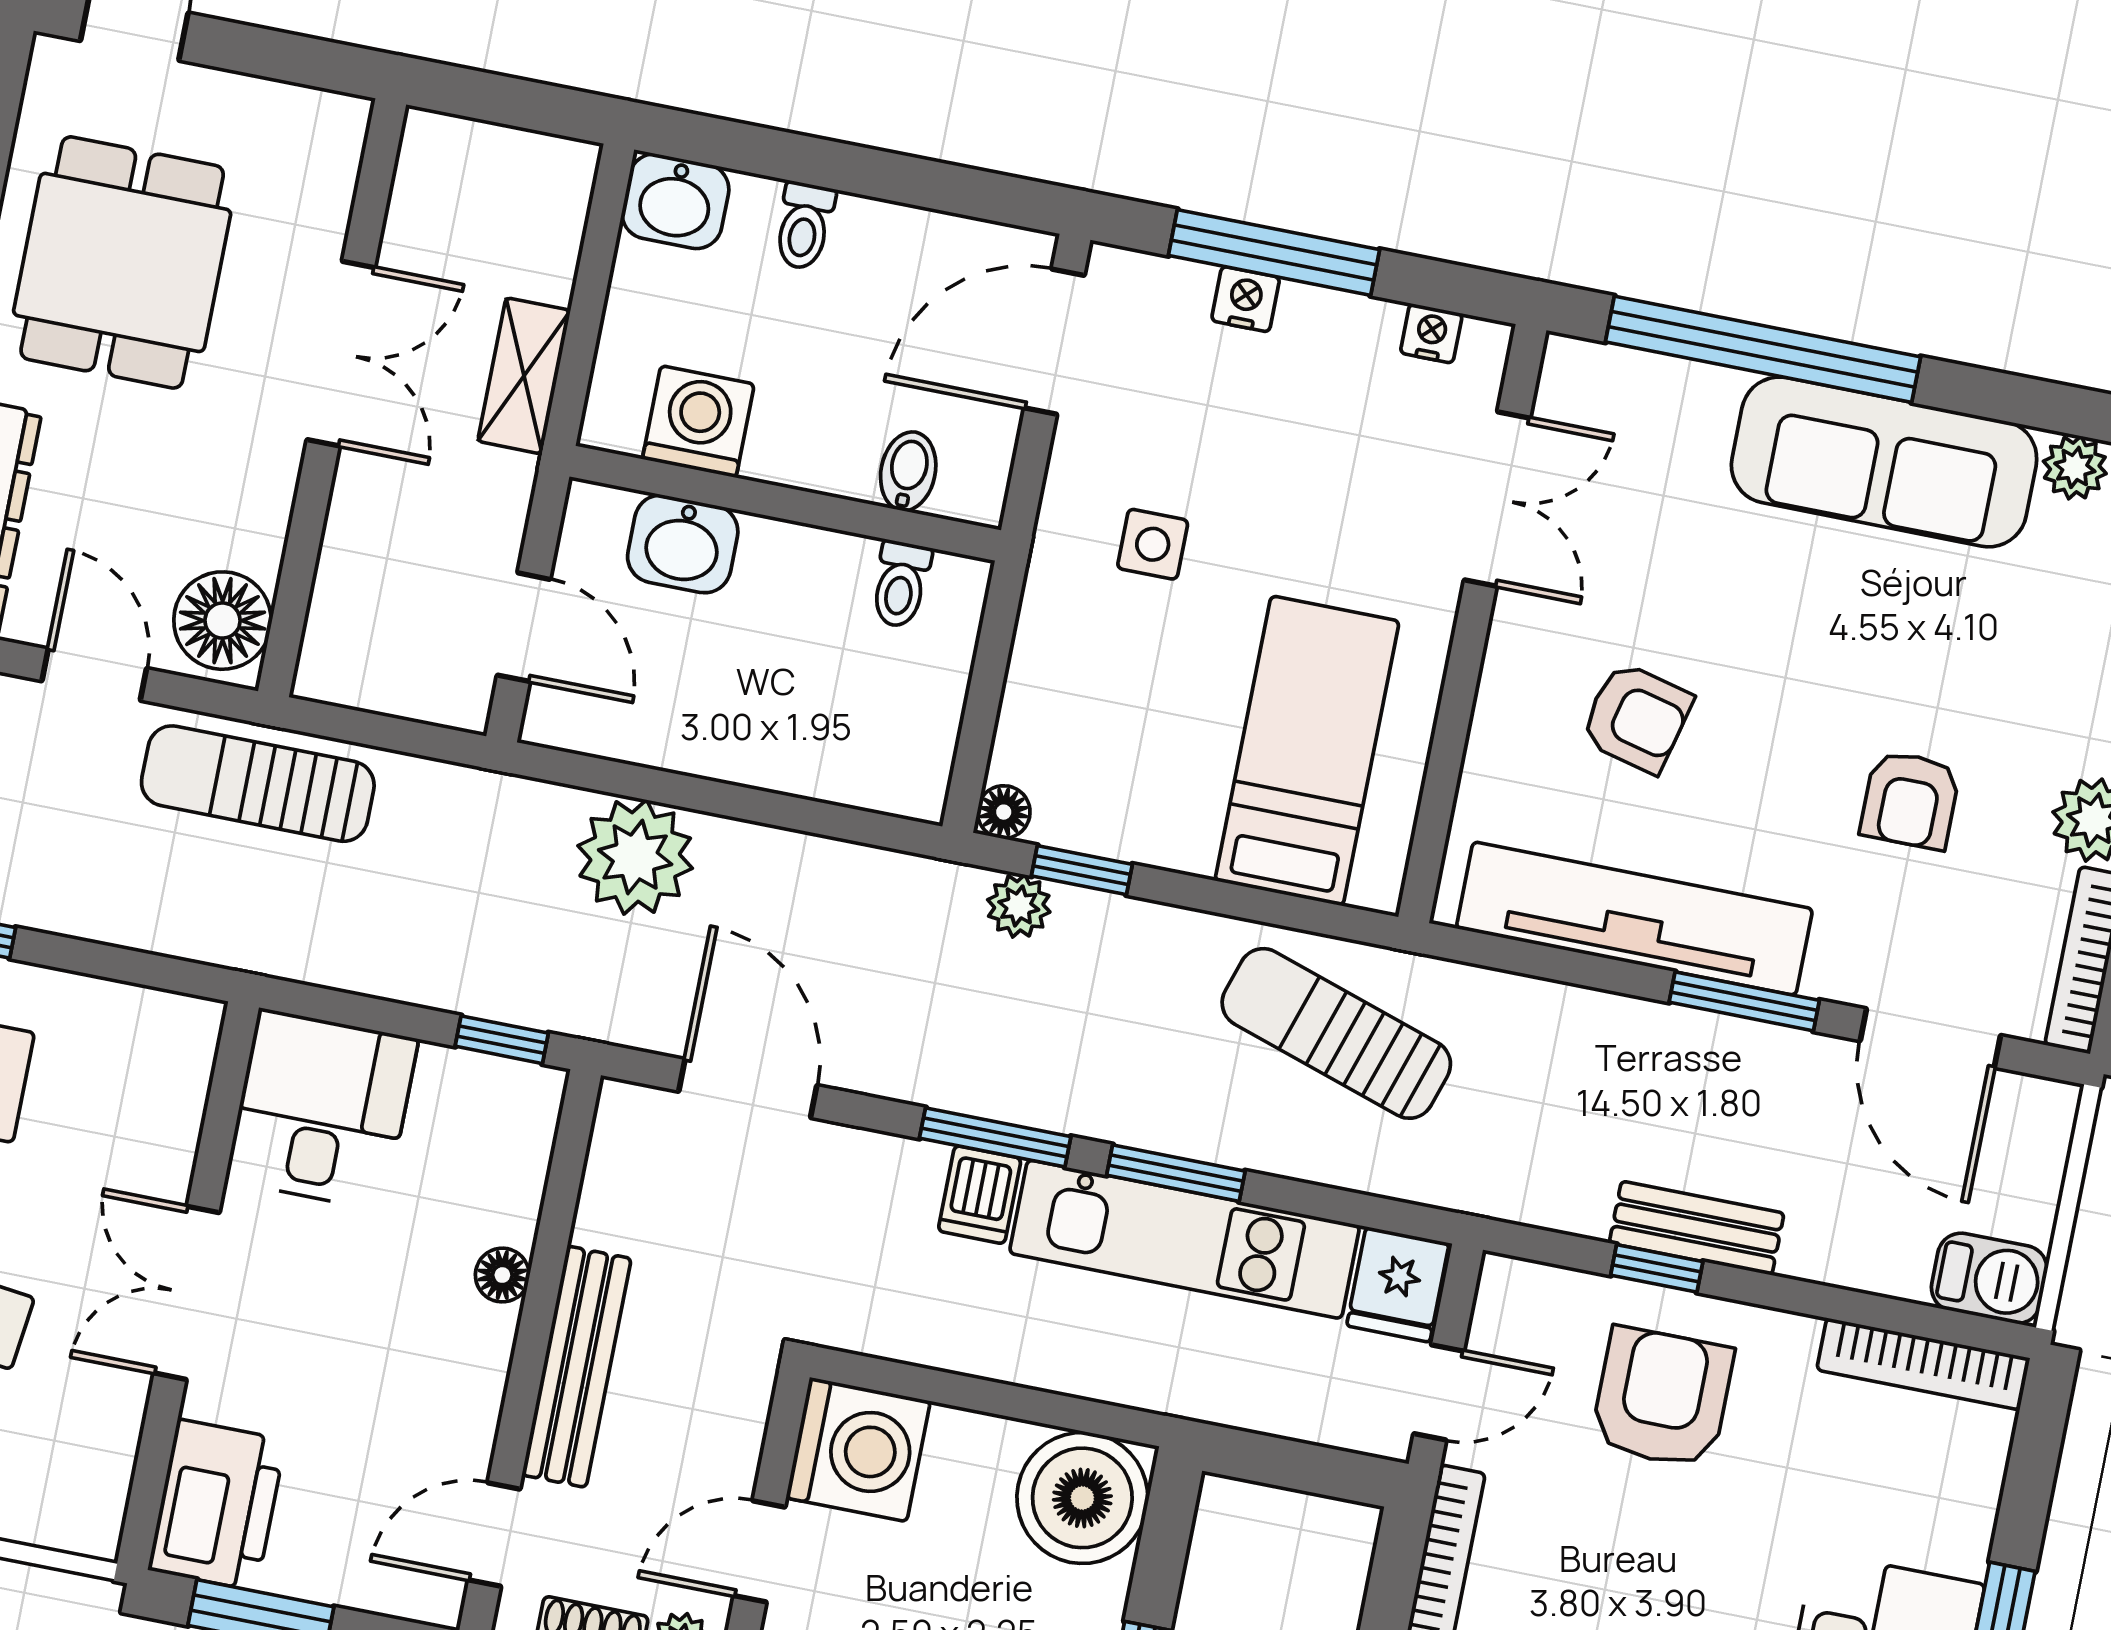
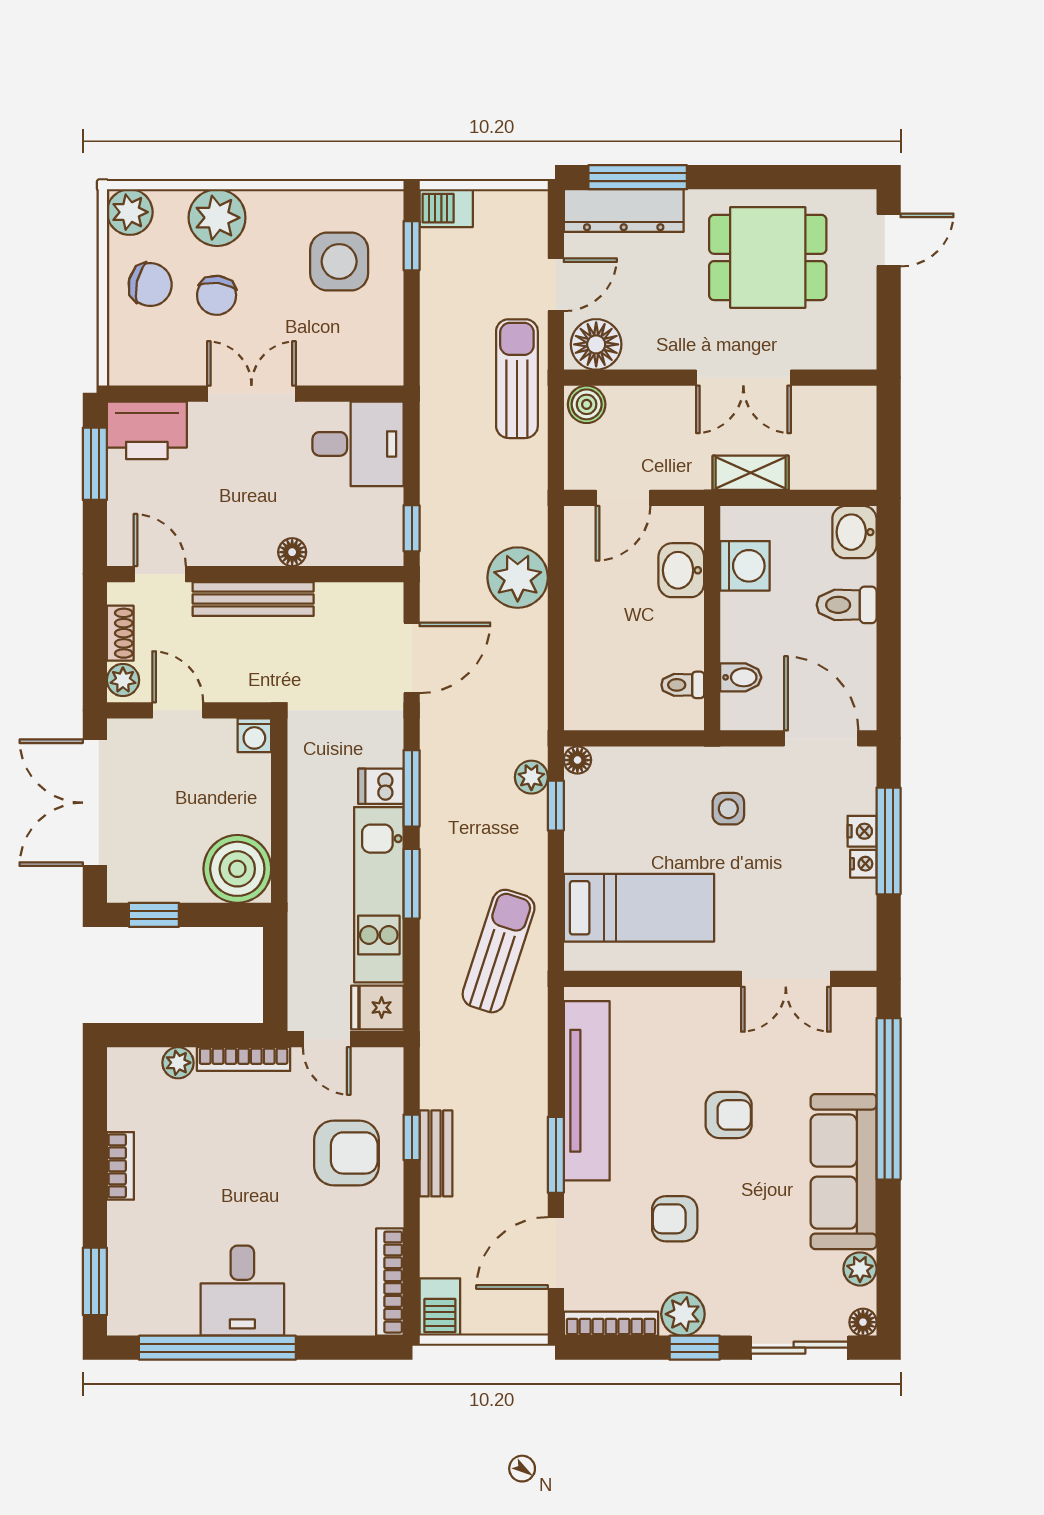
toilet: (804, 226) -> (847, 605), width x1.37, depth x1.39
nightstand: (1431, 333) -> (863, 864), moved
boiler: (333, 661) -> (587, 404), added
armchair: (1636, 718) -> (729, 1115), moved, turned -104
washing machine: (858, 1450) -> (254, 735), width x0.53, depth x0.53

